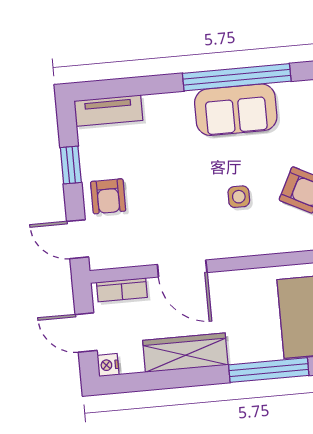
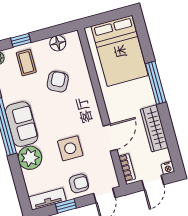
tv unit: (108, 111) -> (47, 199), moved, turned -90
plant: (171, 114) -> (30, 158), added
side table: (239, 197) -> (70, 148), moved, width x1.87, depth x1.87

